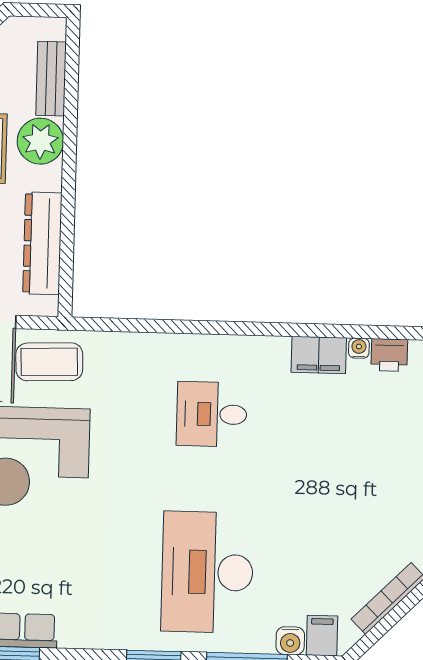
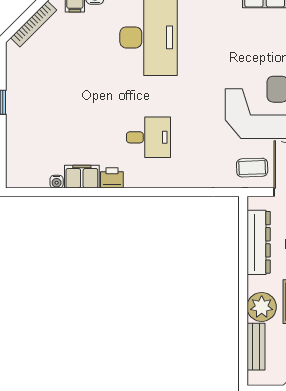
printer: (389, 355) -> (112, 178), moved
coffee table: (49, 362) -> (252, 168), width x0.73, depth x0.77

